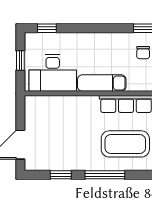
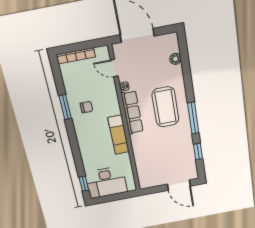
window: (20, 60) -> (113, 197), removed
desk: (53, 73) -> (106, 182), moved, turned 90

